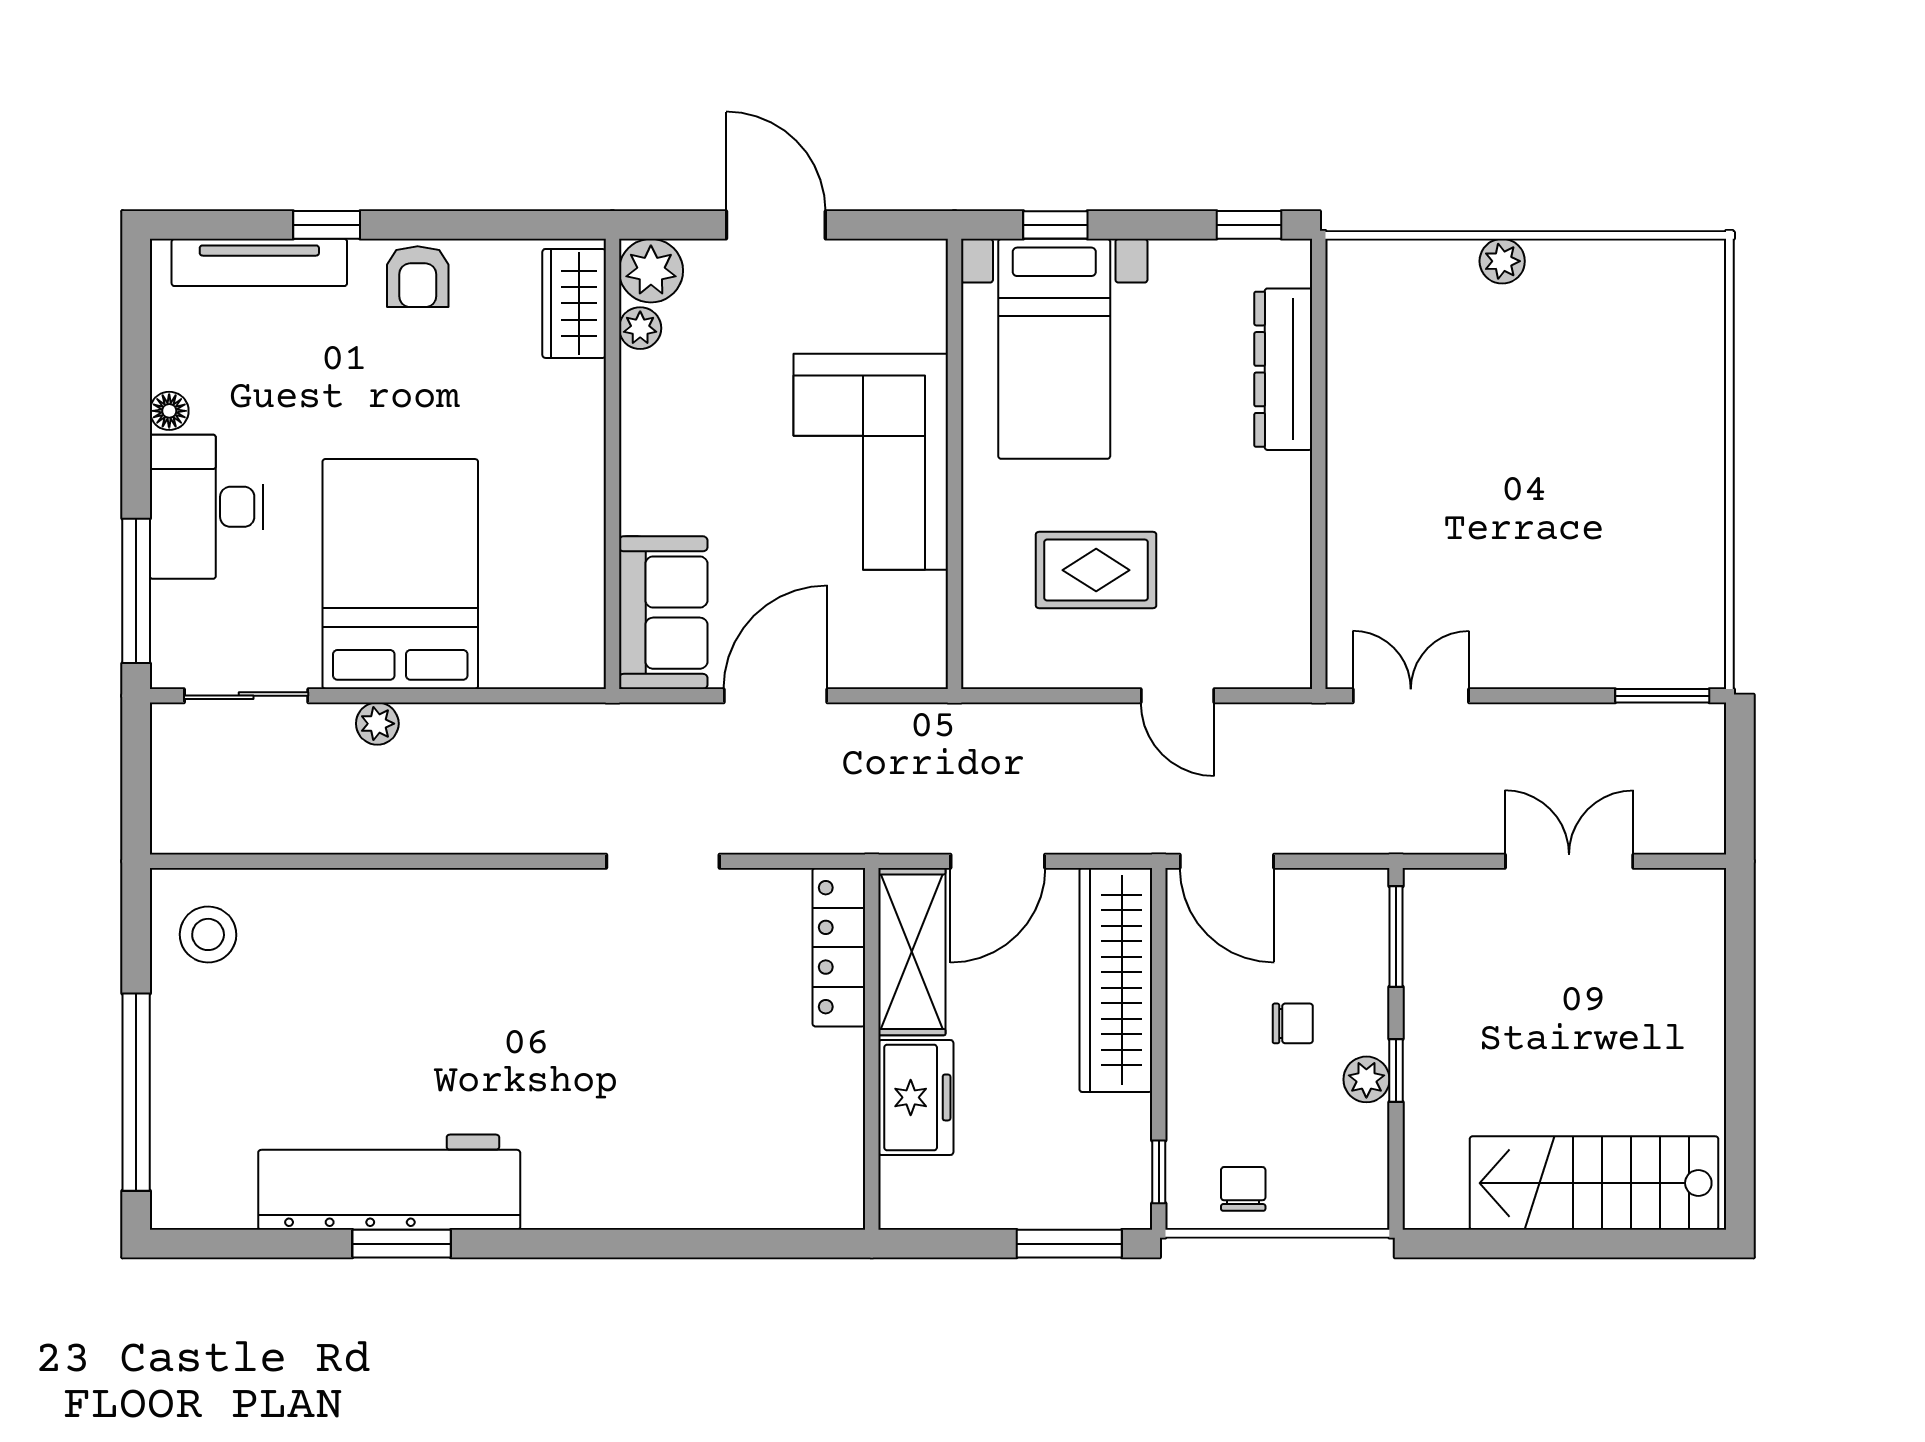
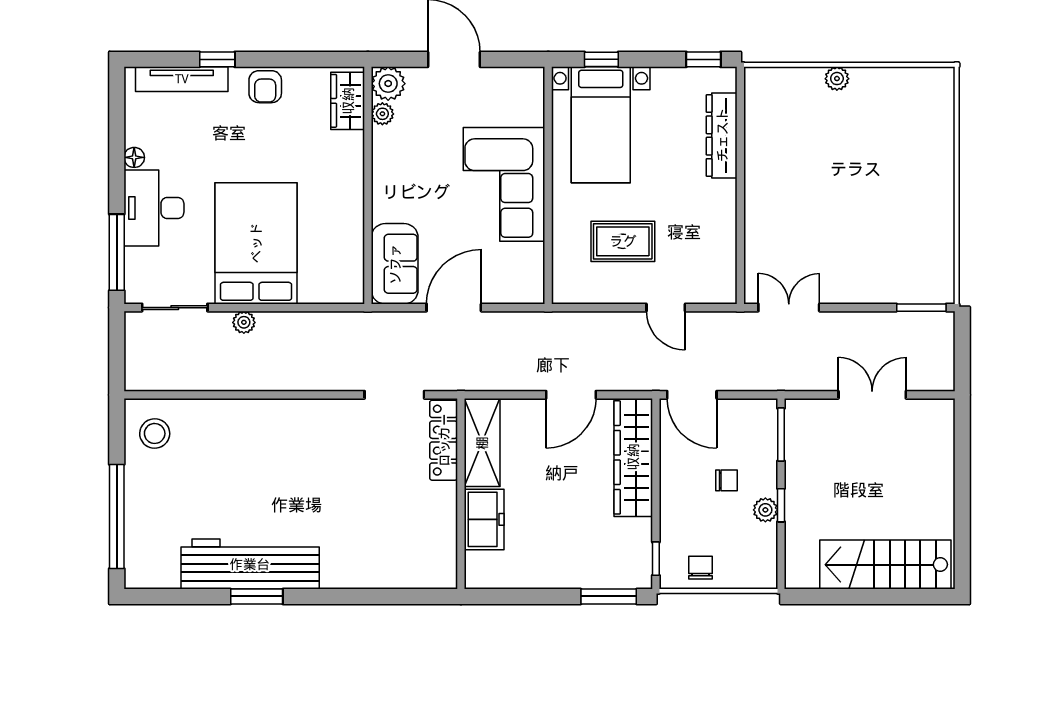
locker: (839, 947) -> (444, 440), moved
shelving: (912, 952) -> (482, 443), moved
wall: (872, 1049) -> (461, 494), moved
freezer: (916, 1097) -> (484, 519), moved

